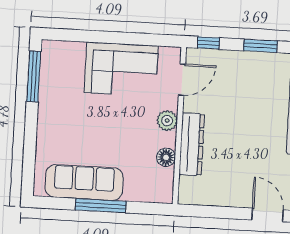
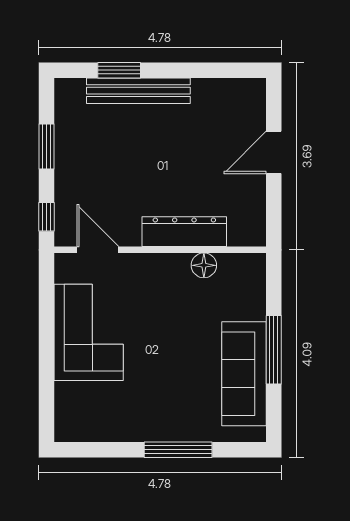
window: (34, 76) -> (178, 450), moved
plant: (167, 121) -> (154, 267), removed
door: (268, 215) -> (274, 152), moved

